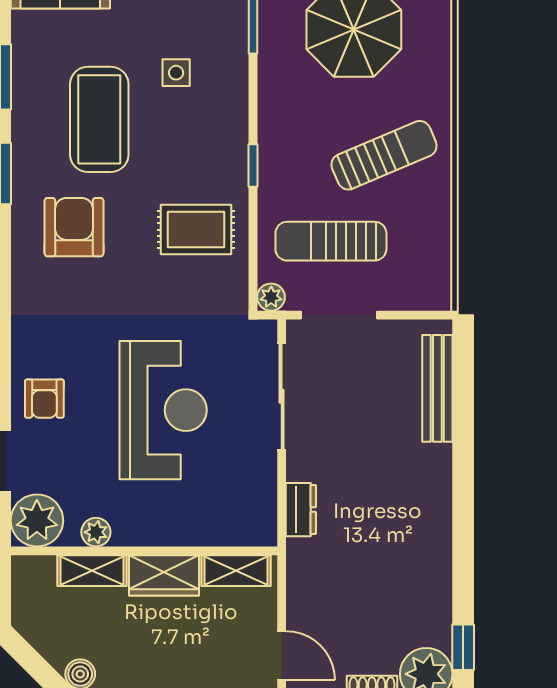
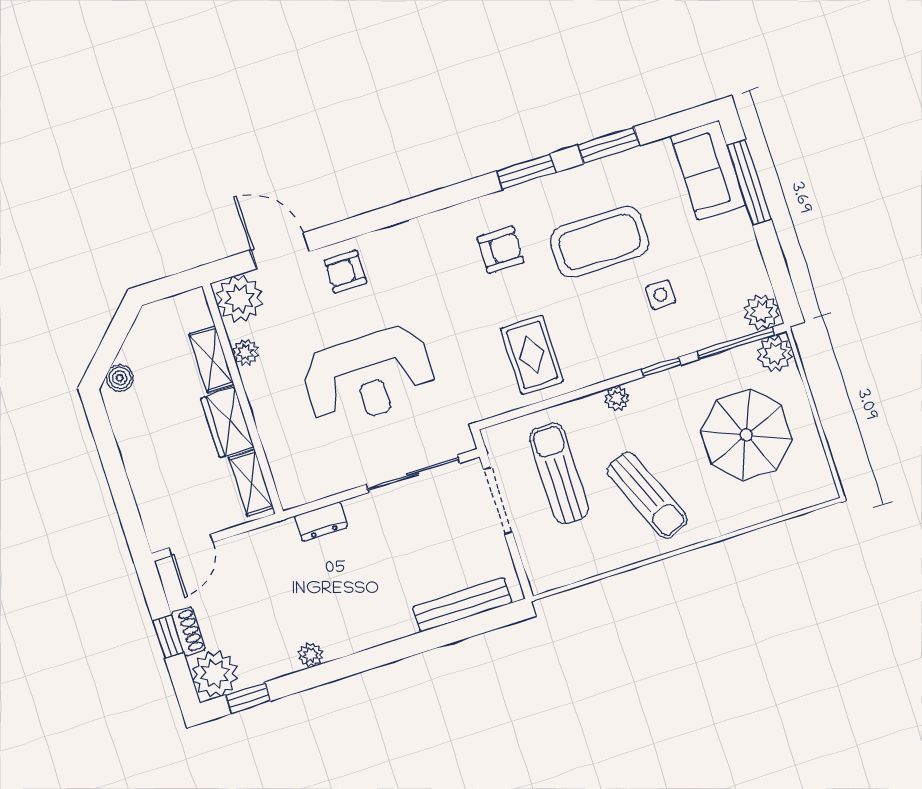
window: (253, 166) -> (661, 367), moved
armchair: (74, 227) -> (500, 250), width x0.72, depth x0.72
plant: (271, 297) -> (617, 398), moved
plant: (439, 566) -> (311, 655), added

